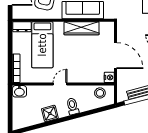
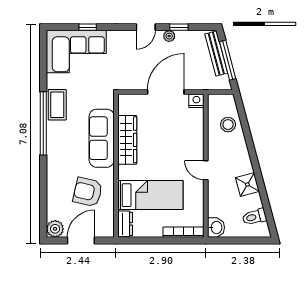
stool: (100, 93) -> (228, 125), moved
toilet: (73, 106) -> (254, 217), moved

